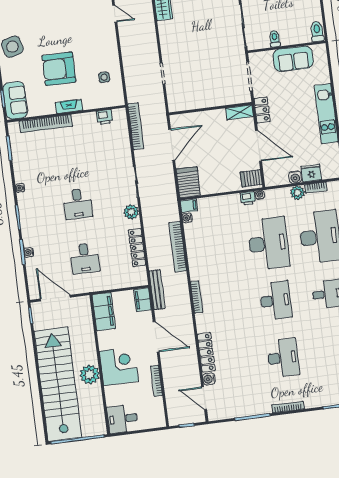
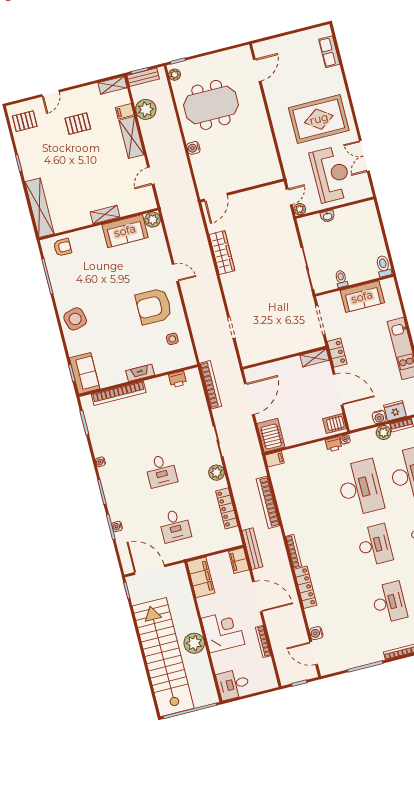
armchair: (59, 69) -> (154, 306), moved
water cooler: (187, 218) -> (274, 472), removed
locker: (206, 352) -> (305, 587), moved

